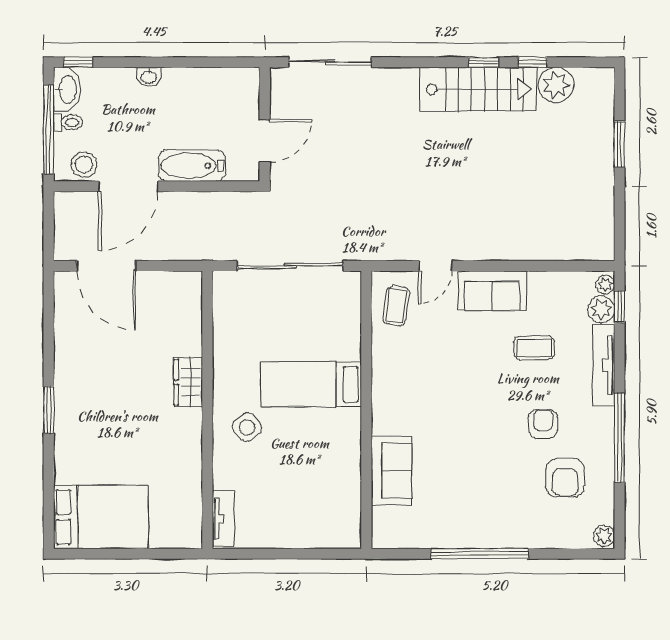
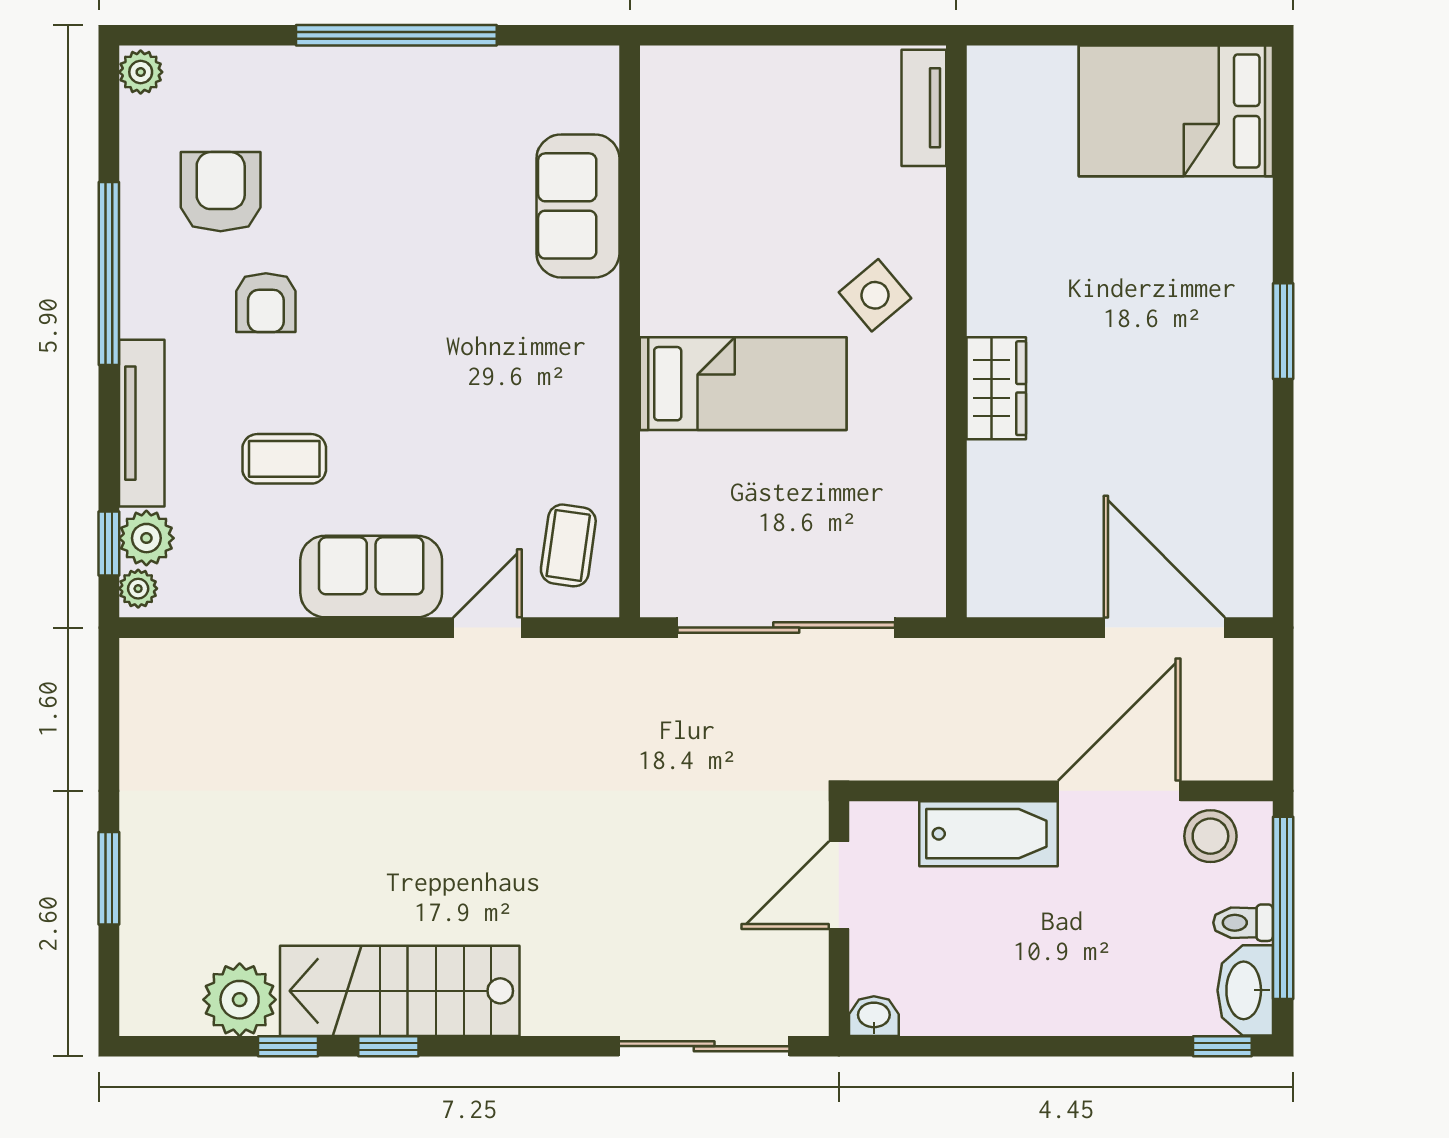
washbasin: (149, 77) -> (874, 1016), moved

